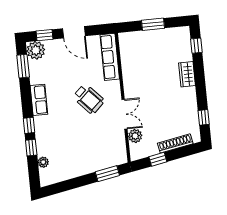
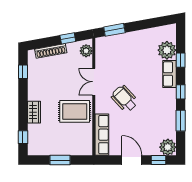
window: (23, 66) -> (181, 121), moved
rug: (142, 79) -> (75, 111), added
row of seats: (39, 100) -> (169, 74), moved
window: (29, 125) -> (181, 92), moved
plant: (135, 136) -> (86, 51), moved
plant: (43, 162) -> (167, 50), width x1.88, depth x1.88

